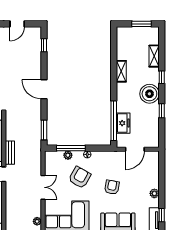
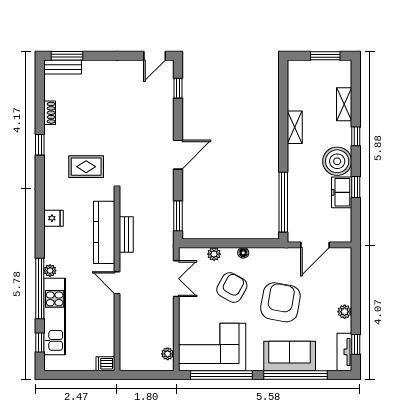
door: (17, 24) -> (155, 56), moved
door: (44, 89) -> (178, 155), swing flipped
freezer: (123, 123) -> (342, 192), moved, turned 180
window: (71, 148) -> (218, 243), removed
bench: (10, 153) -> (126, 234), moved
double door: (43, 187) -> (176, 279), moved
armchair: (112, 187) -> (280, 302), width x1.88, depth x1.88

